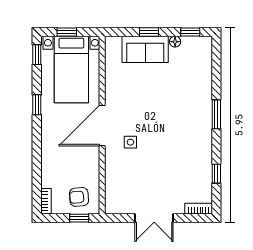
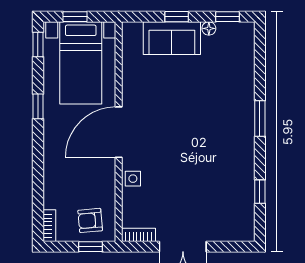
side table: (130, 142) -> (133, 179), moved
bookcase: (199, 209) -> (139, 235), moved

